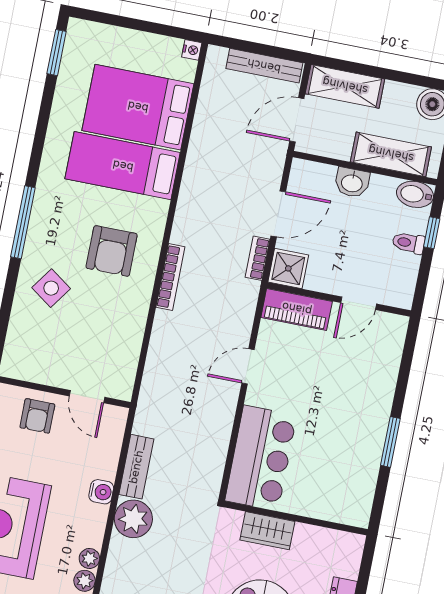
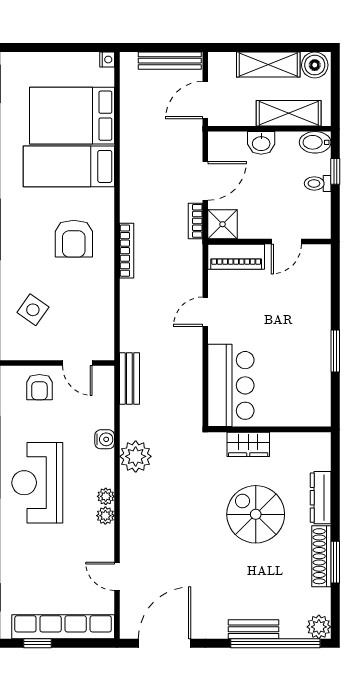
shelving: (345, 86) -> (268, 65), moved
side table: (51, 288) -> (33, 310), moved
bench: (136, 467) -> (129, 379), moved

